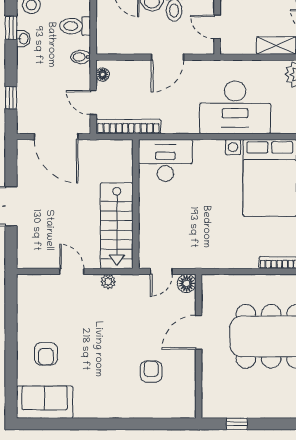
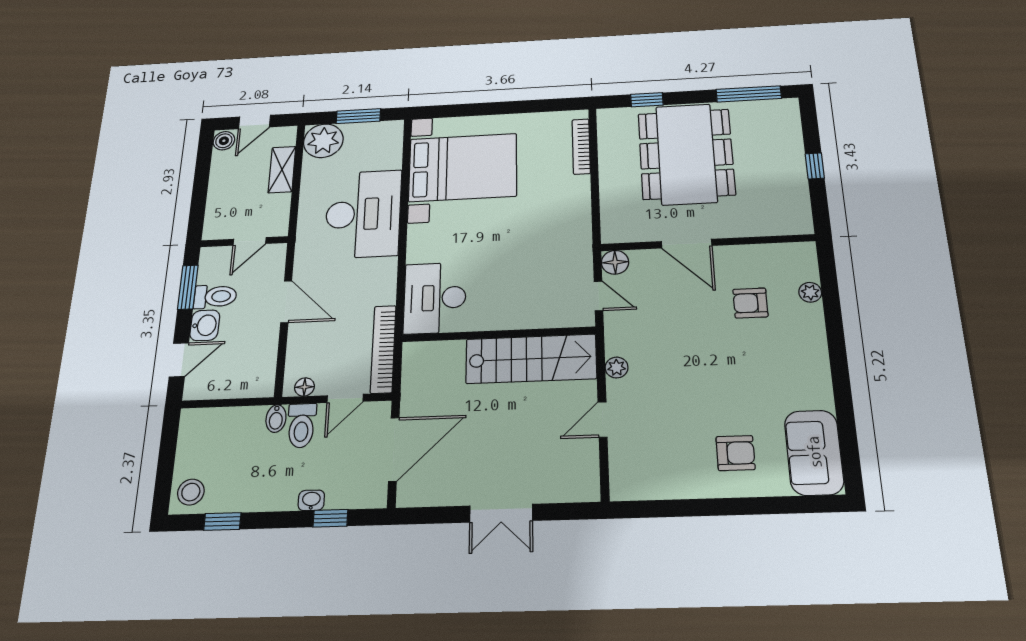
toilet: (75, 26) -> (301, 426), moved
washbasin: (23, 39) -> (311, 500), moved
plant: (157, 411) -> (810, 292), added
window: (237, 424) -> (815, 166), moved

